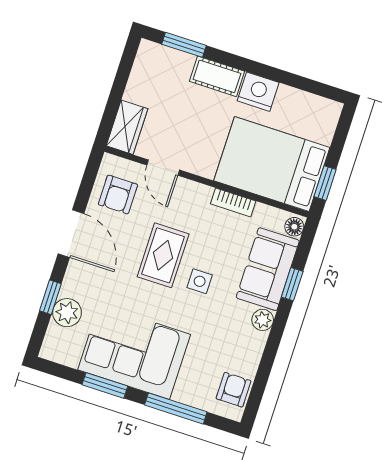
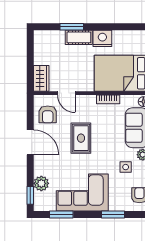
window: (184, 45) -> (72, 27), moved
side table: (200, 281) -> (126, 167), moved
window: (50, 297) -> (30, 195), moved
window: (105, 385) -> (61, 214), moved
window: (176, 408) -> (113, 214), width x0.69

